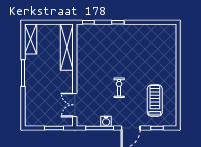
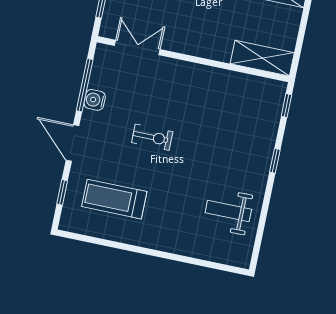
weight bench: (149, 41) -> (228, 211), added
shelving: (67, 47) -> (262, 58), width x0.68
treadmill: (155, 101) -> (114, 199), turned 180

